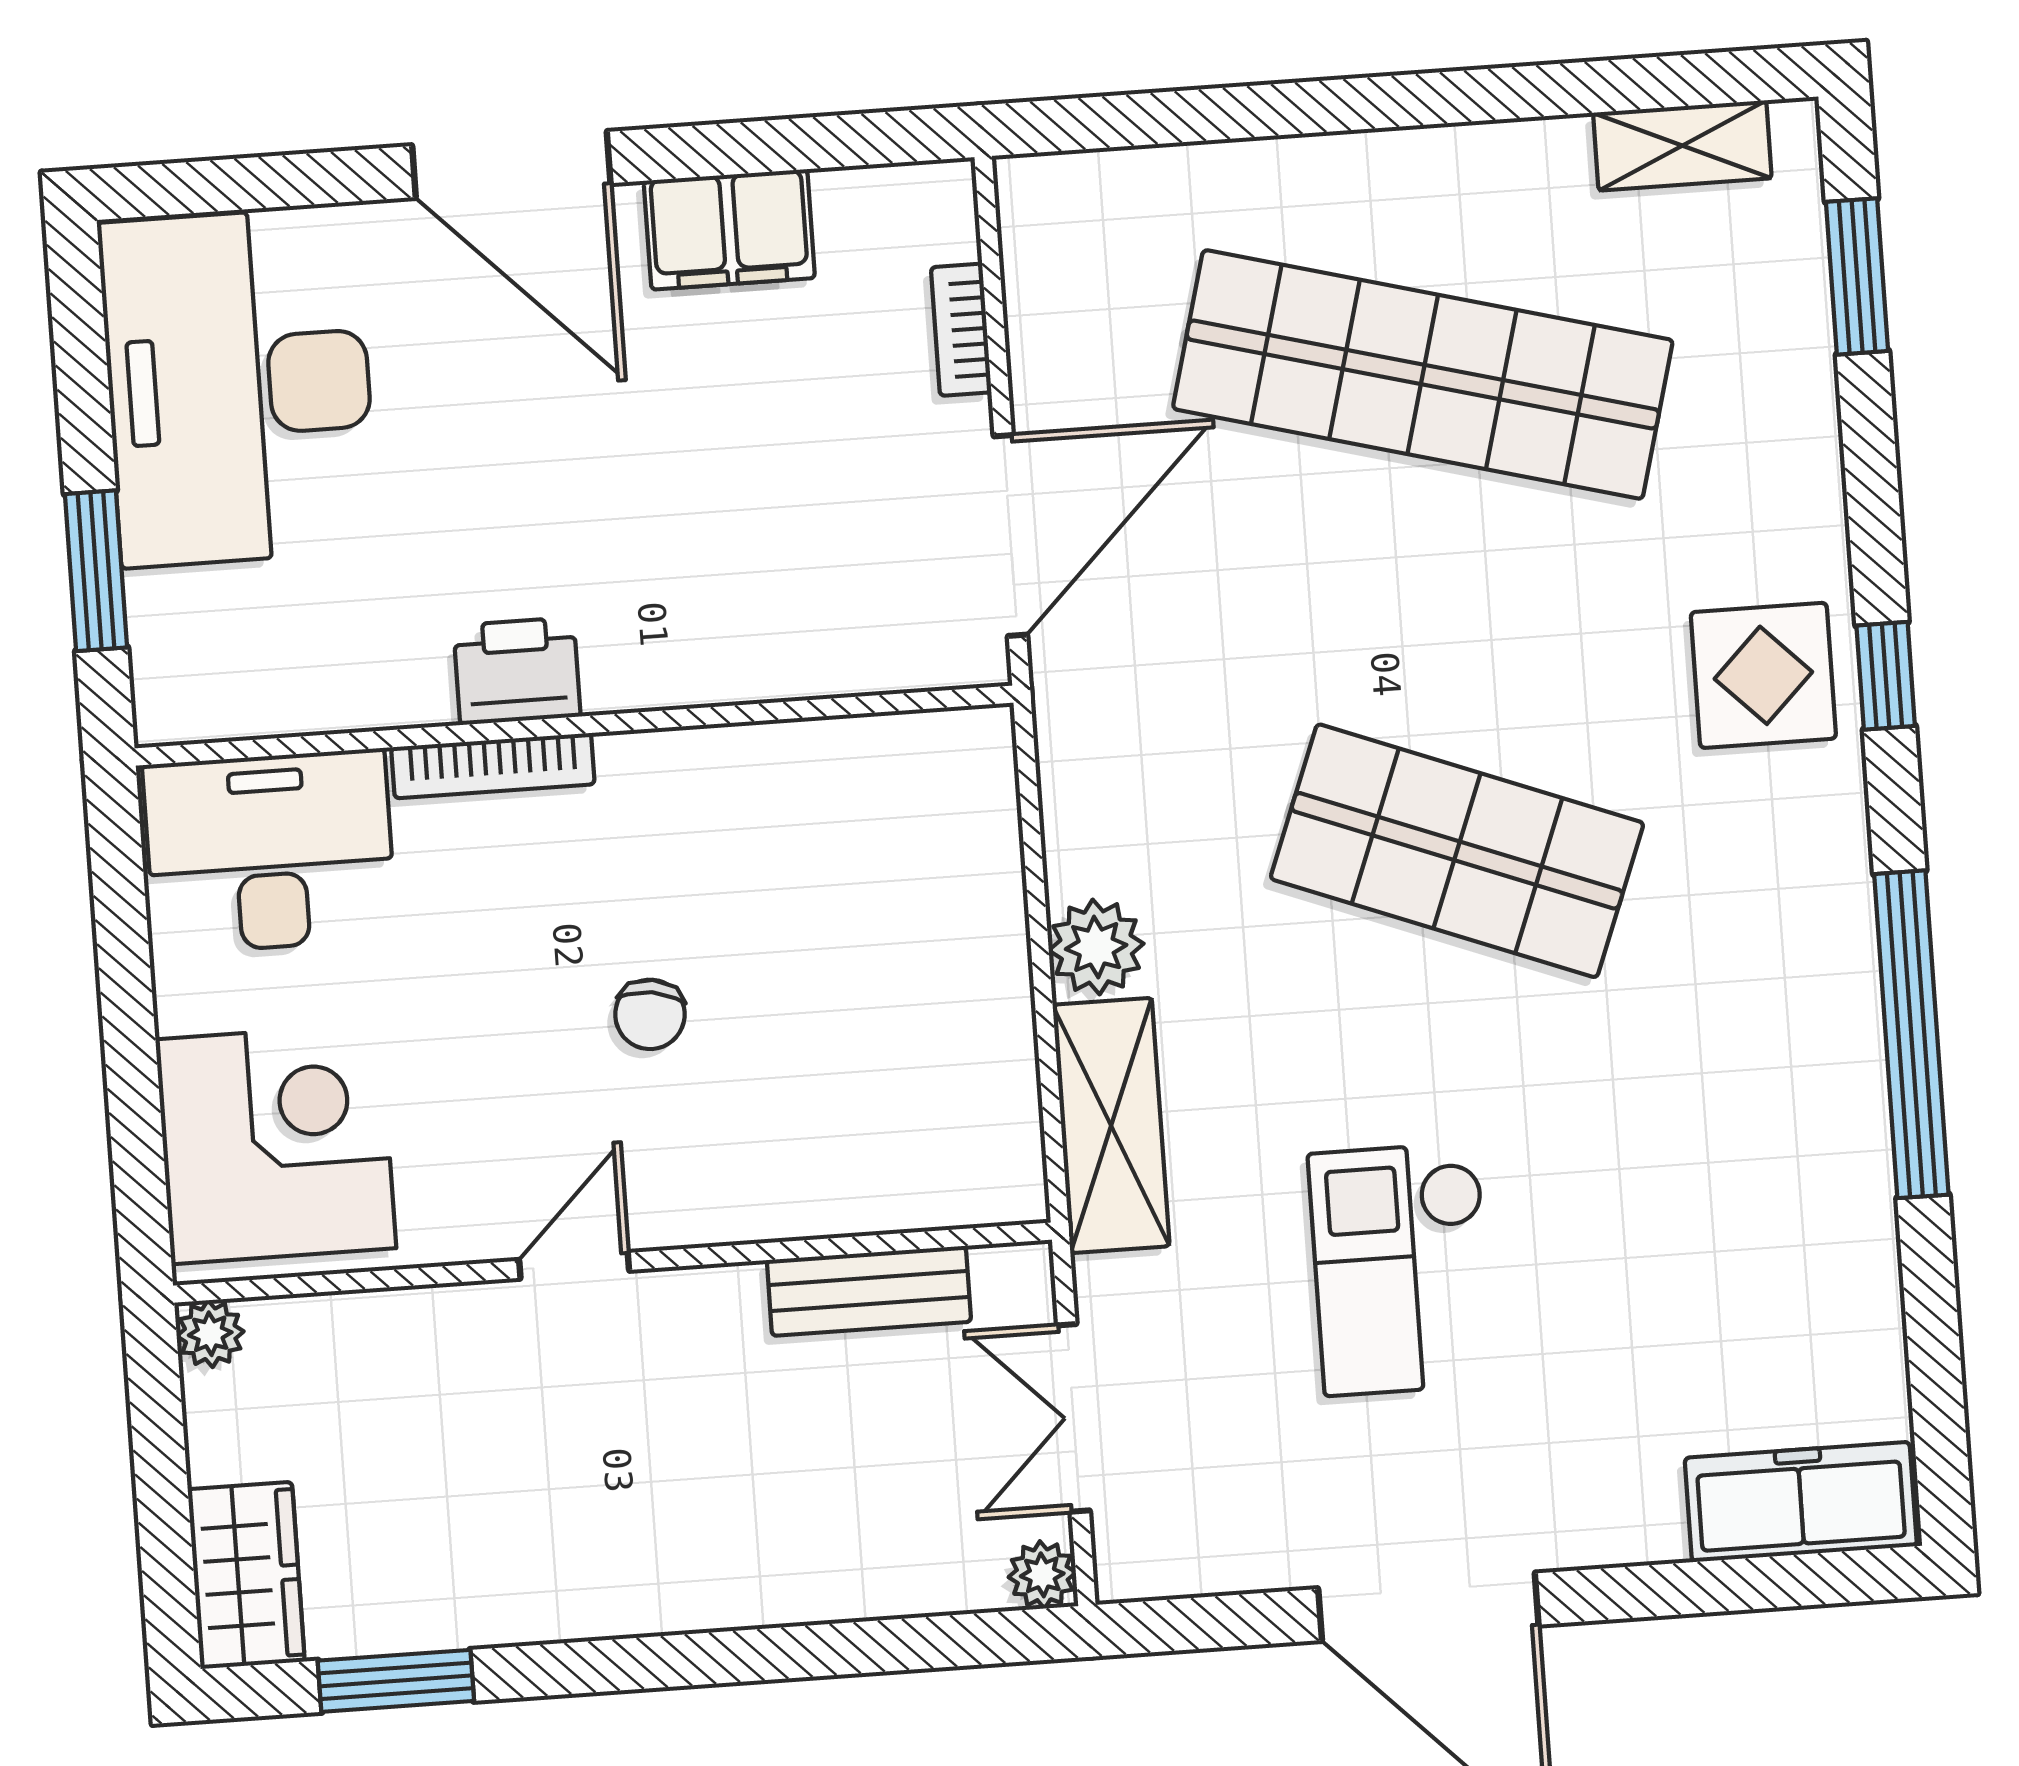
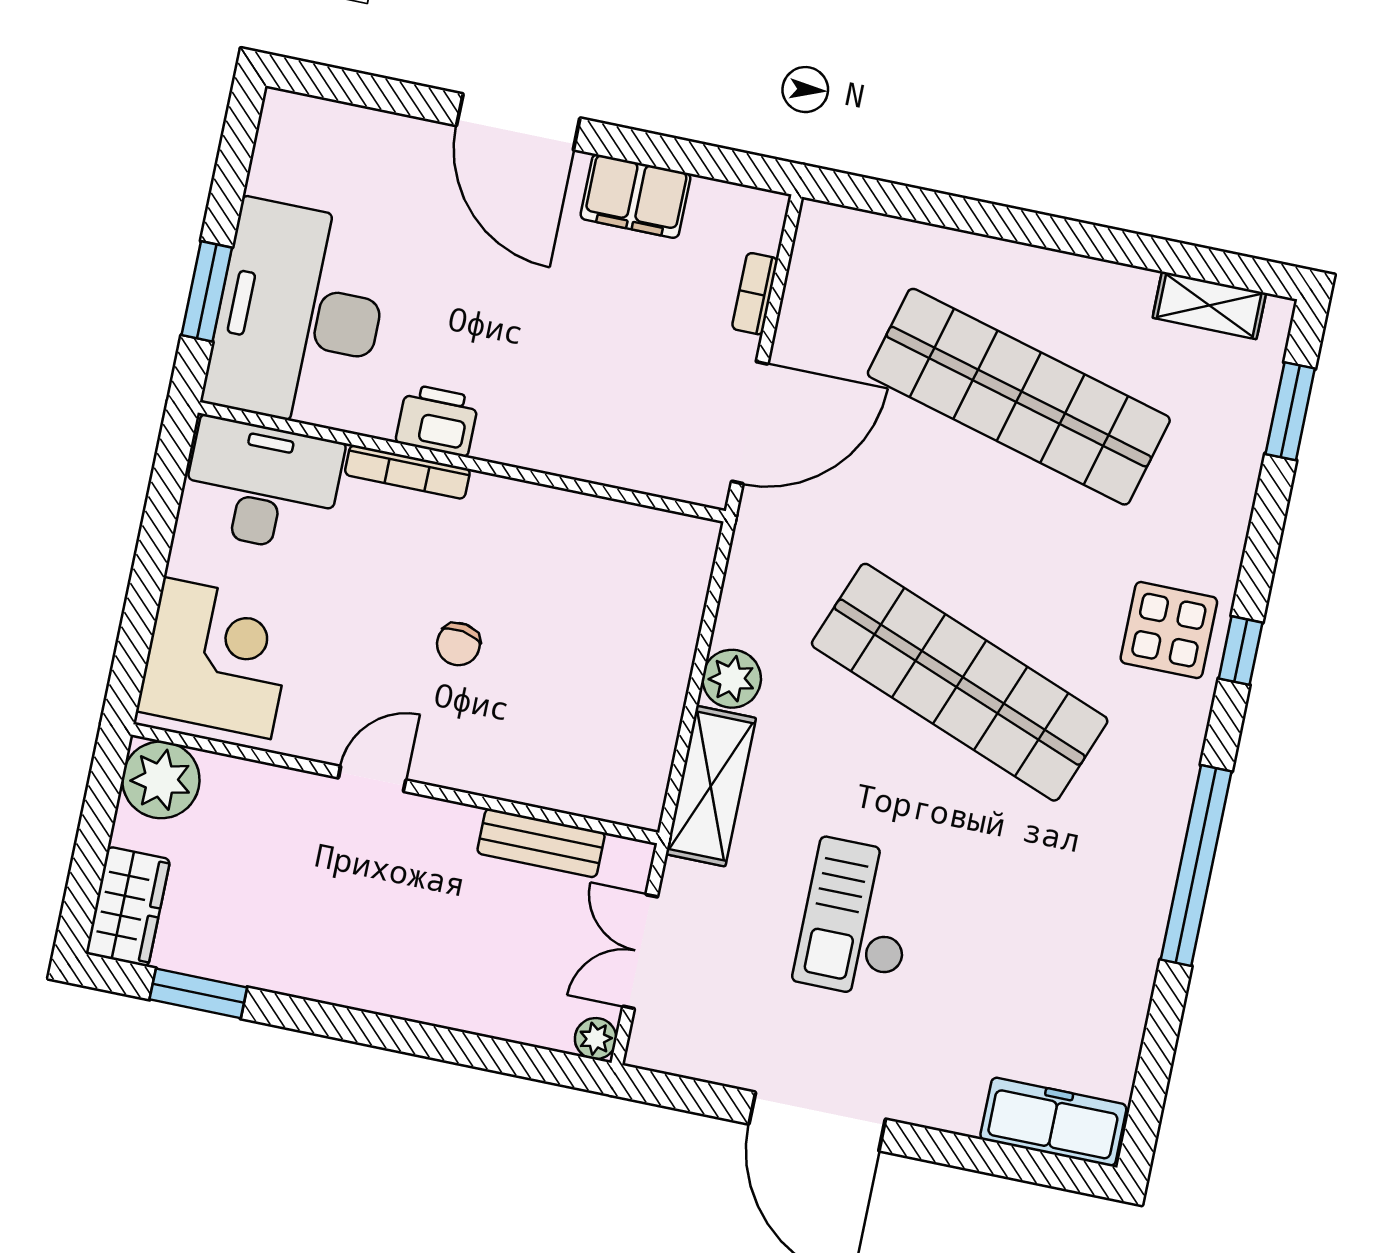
desk: (239, 387) -> (299, 315), moved
shop shelf: (1457, 851) -> (960, 682), width x1.40
plant: (210, 1334) -> (161, 780), width x1.88, depth x1.88

